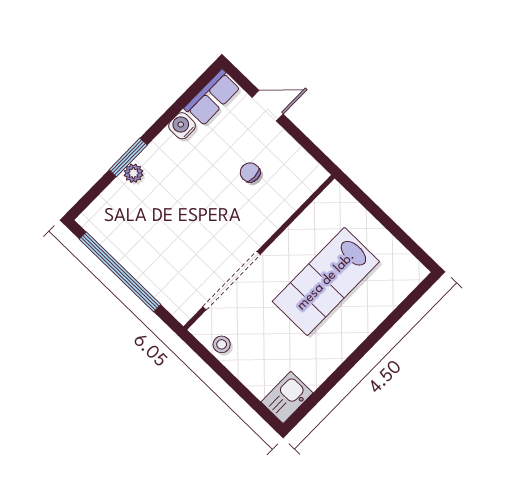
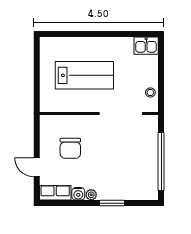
chair: (250, 172) -> (70, 148), width x1.87, depth x1.87
plant: (133, 173) -> (91, 195), moved

